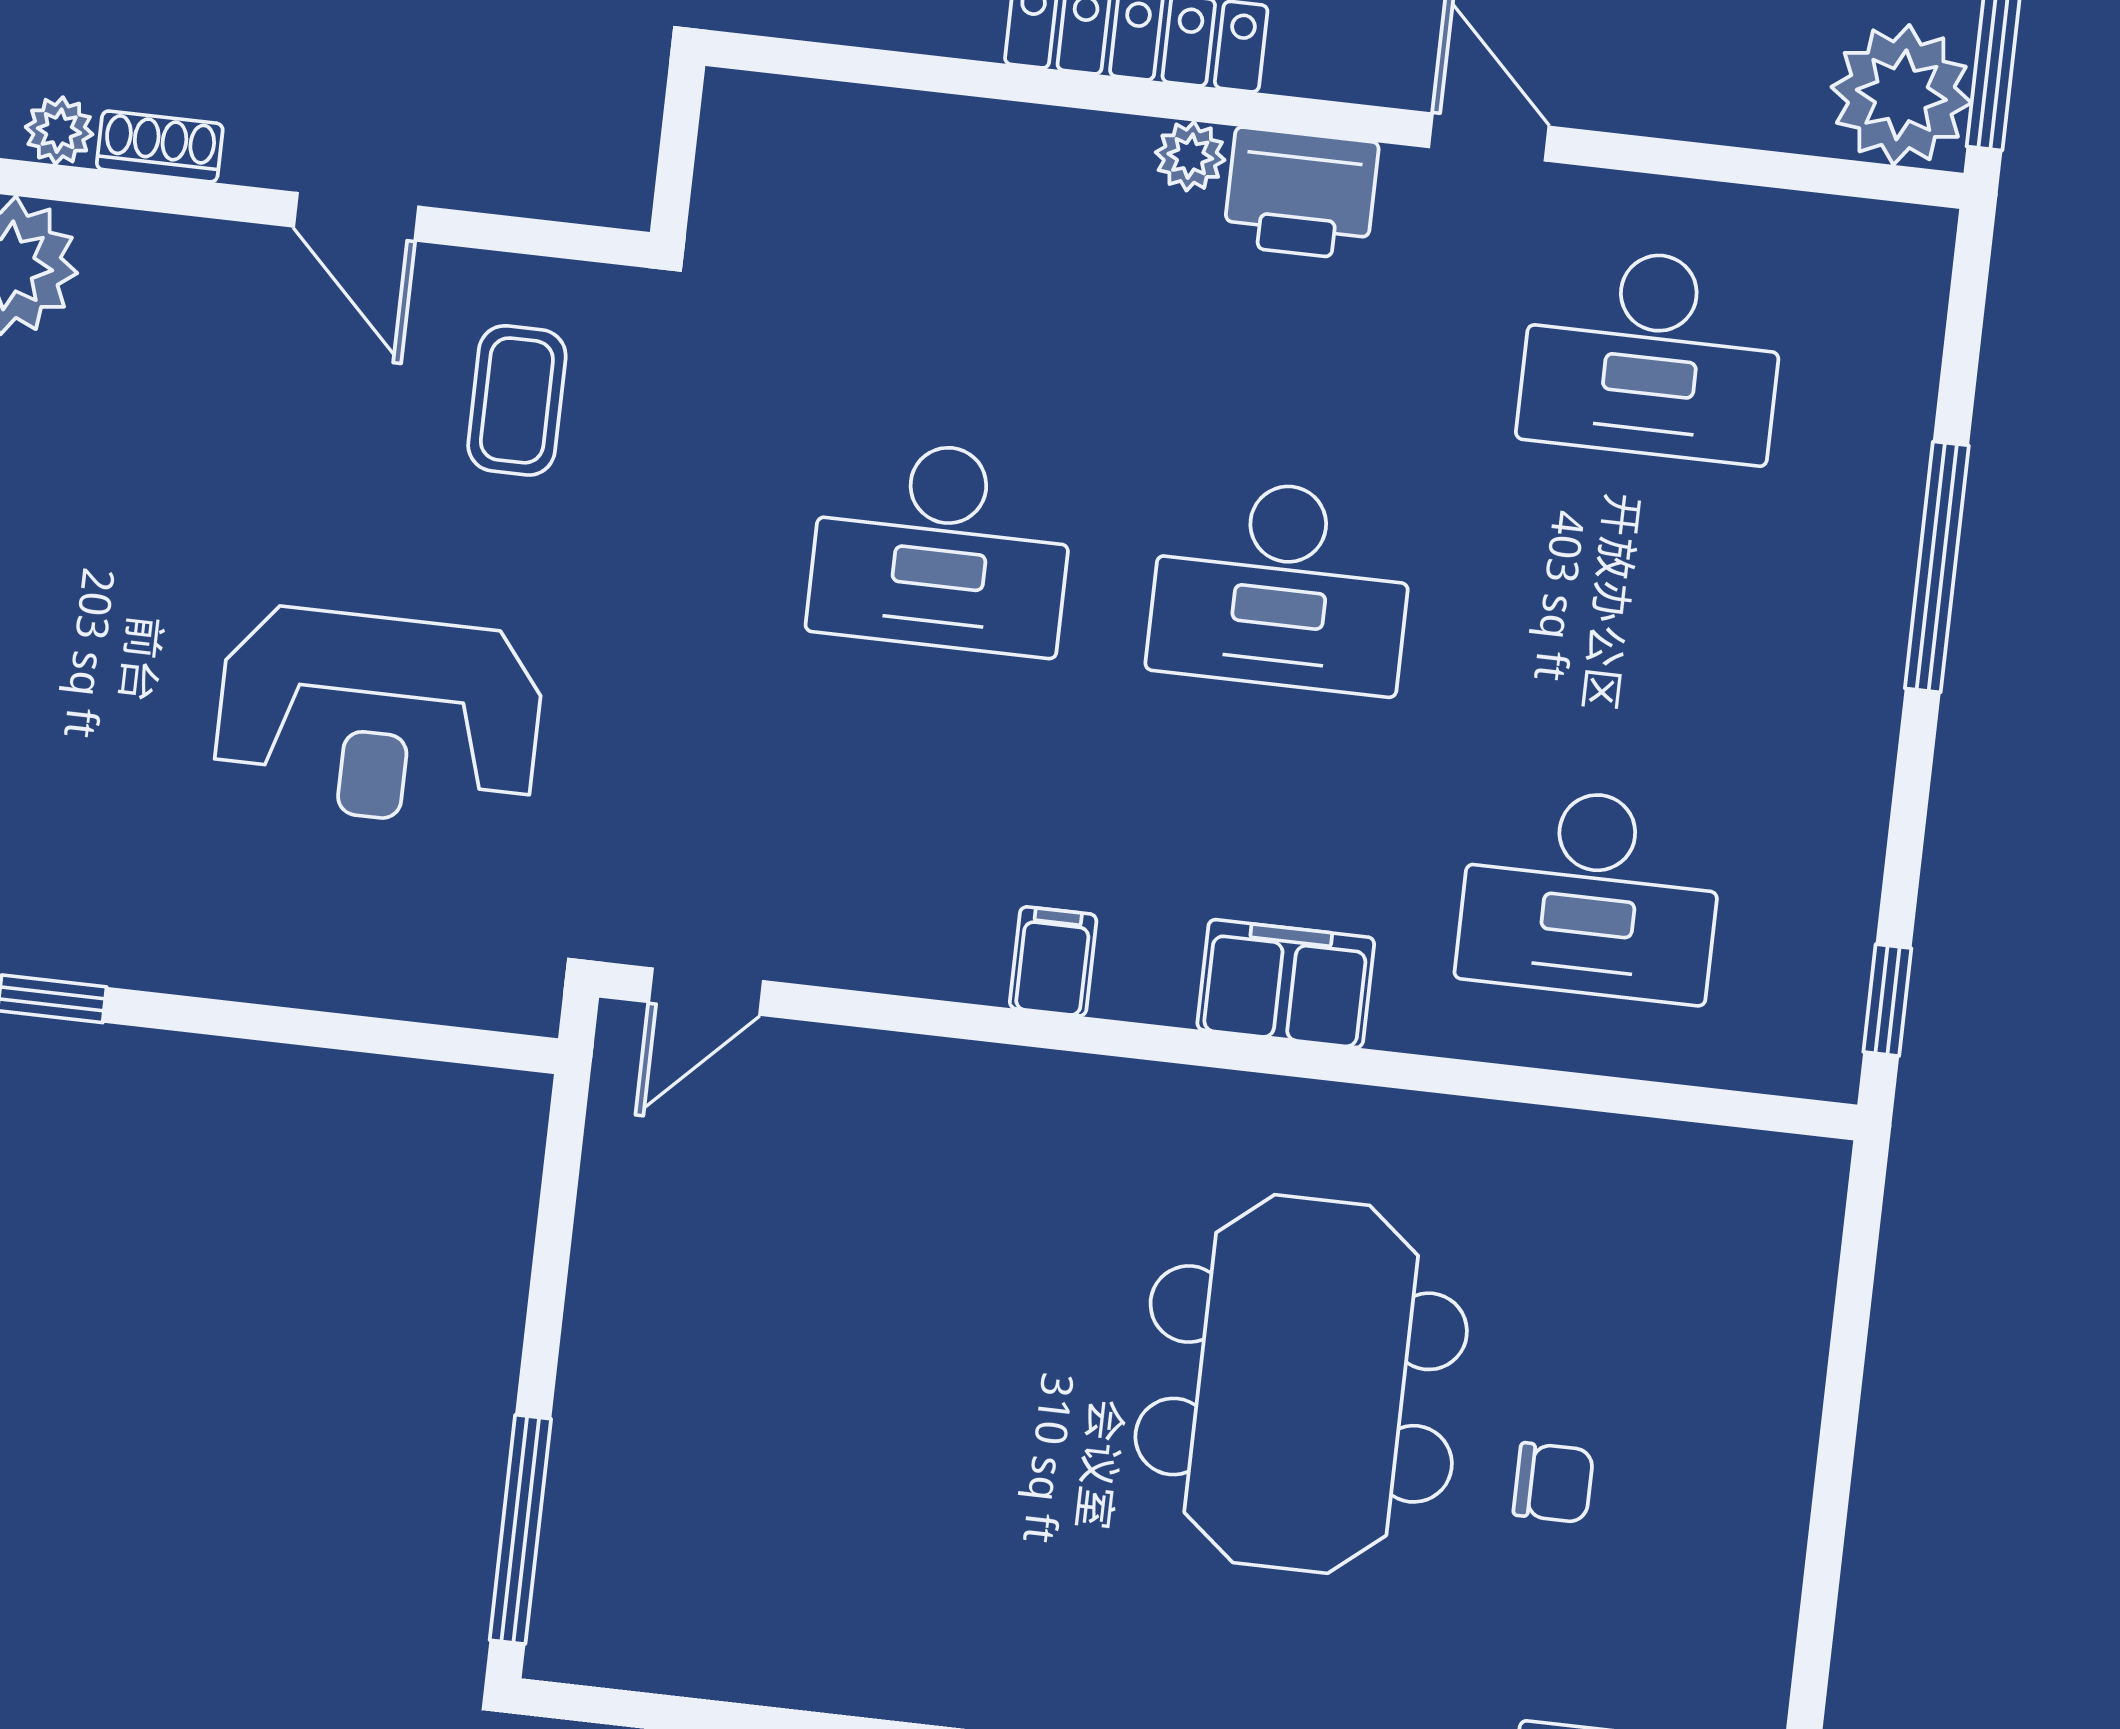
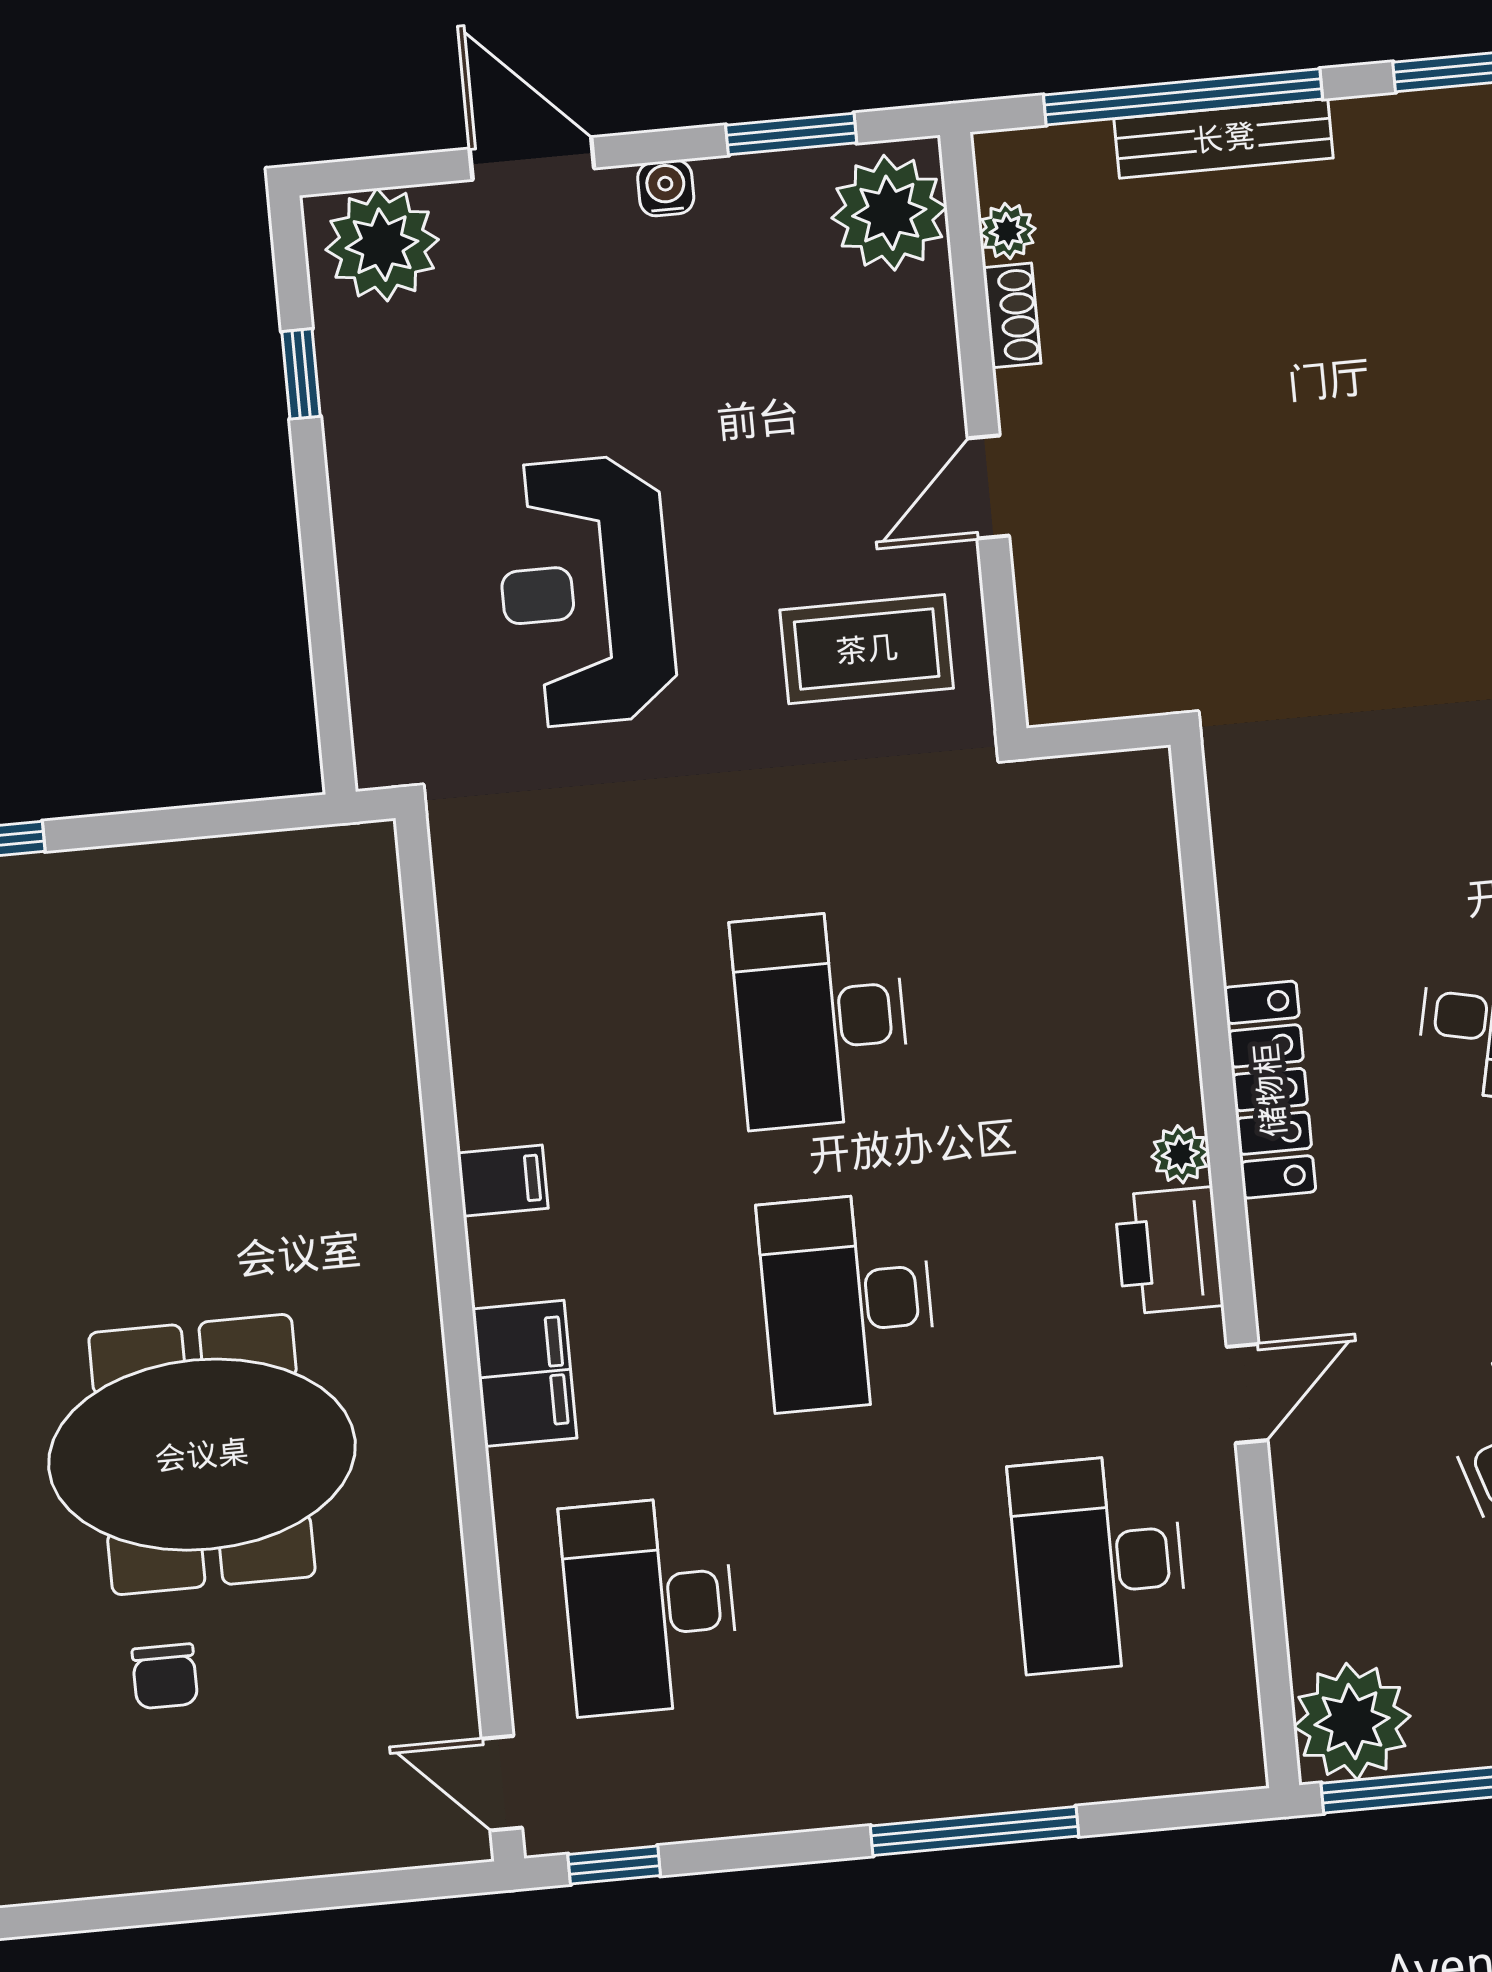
coffee table: (517, 400) -> (867, 649), width x1.36, depth x1.30
door: (706, 992) -> (502, 1783), moved

